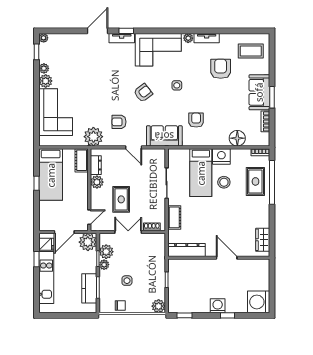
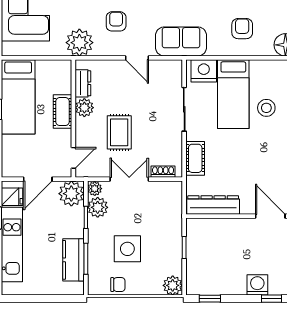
armchair: (196, 120) -> (242, 29), moved
armchair: (119, 122) -> (116, 21), turned 90
nightstand: (221, 156) -> (204, 71), moved
cot: (82, 160) -> (63, 112), moved
plant: (104, 265) -> (95, 189), moved
side table: (127, 281) -> (127, 249), width x1.87, depth x1.87

